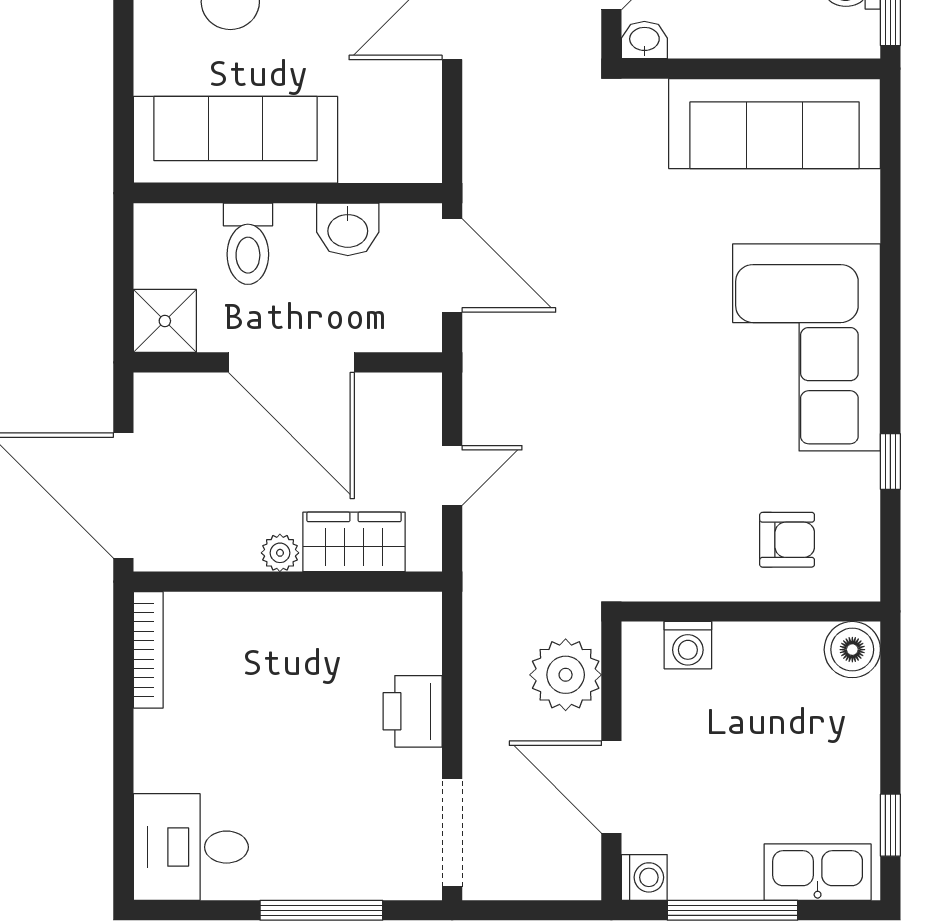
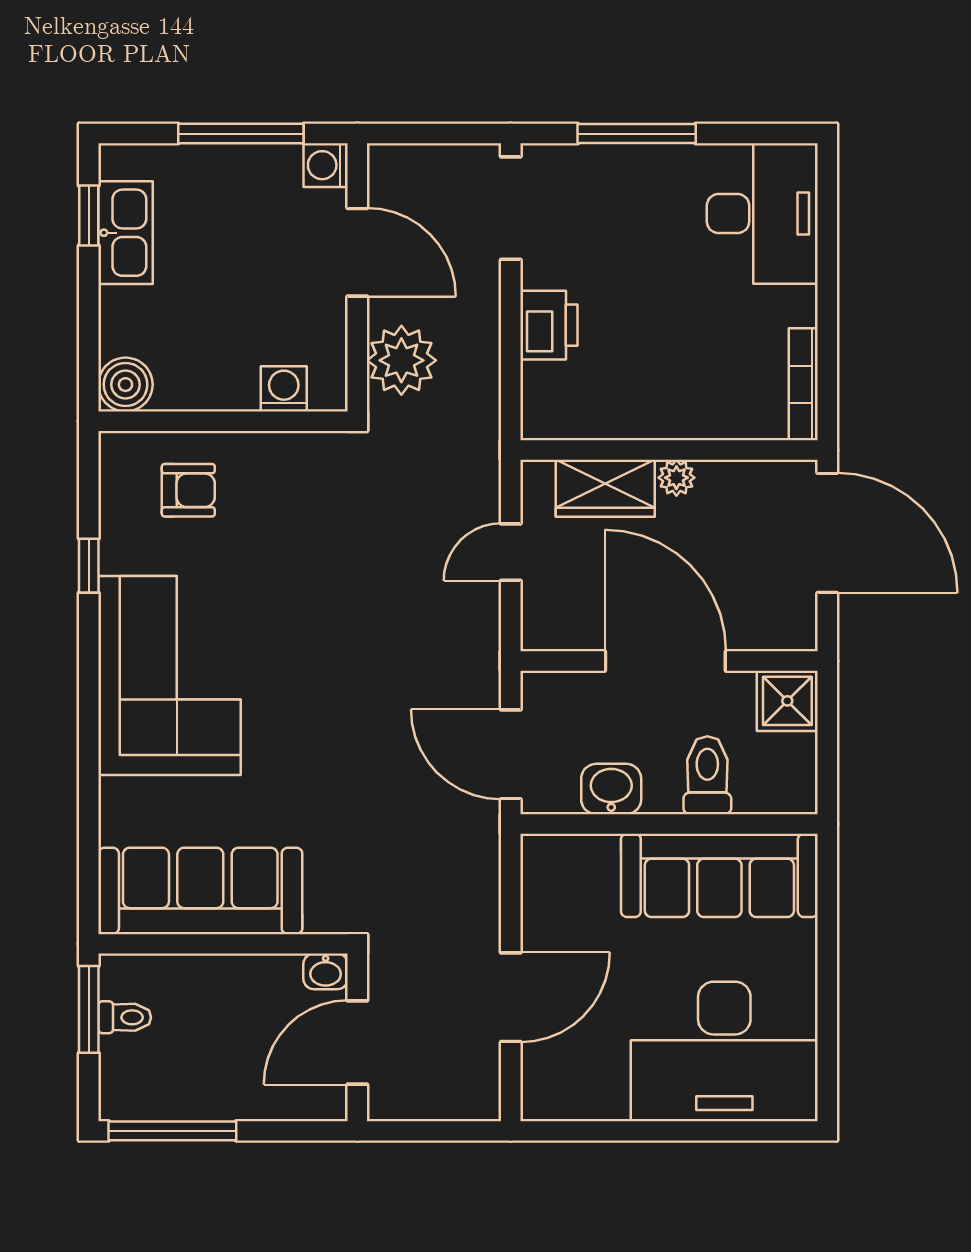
armchair: (787, 540) -> (188, 490), turned 180
desk: (191, 847) -> (762, 214), width x1.37
kitchen sink: (818, 872) -> (126, 233), moved, turned -90

